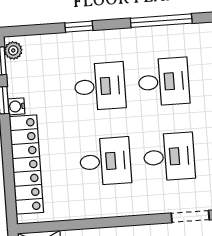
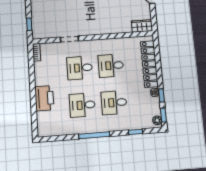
window: (161, 21) -> (94, 135), moved
window: (79, 27) -> (136, 132), moved

